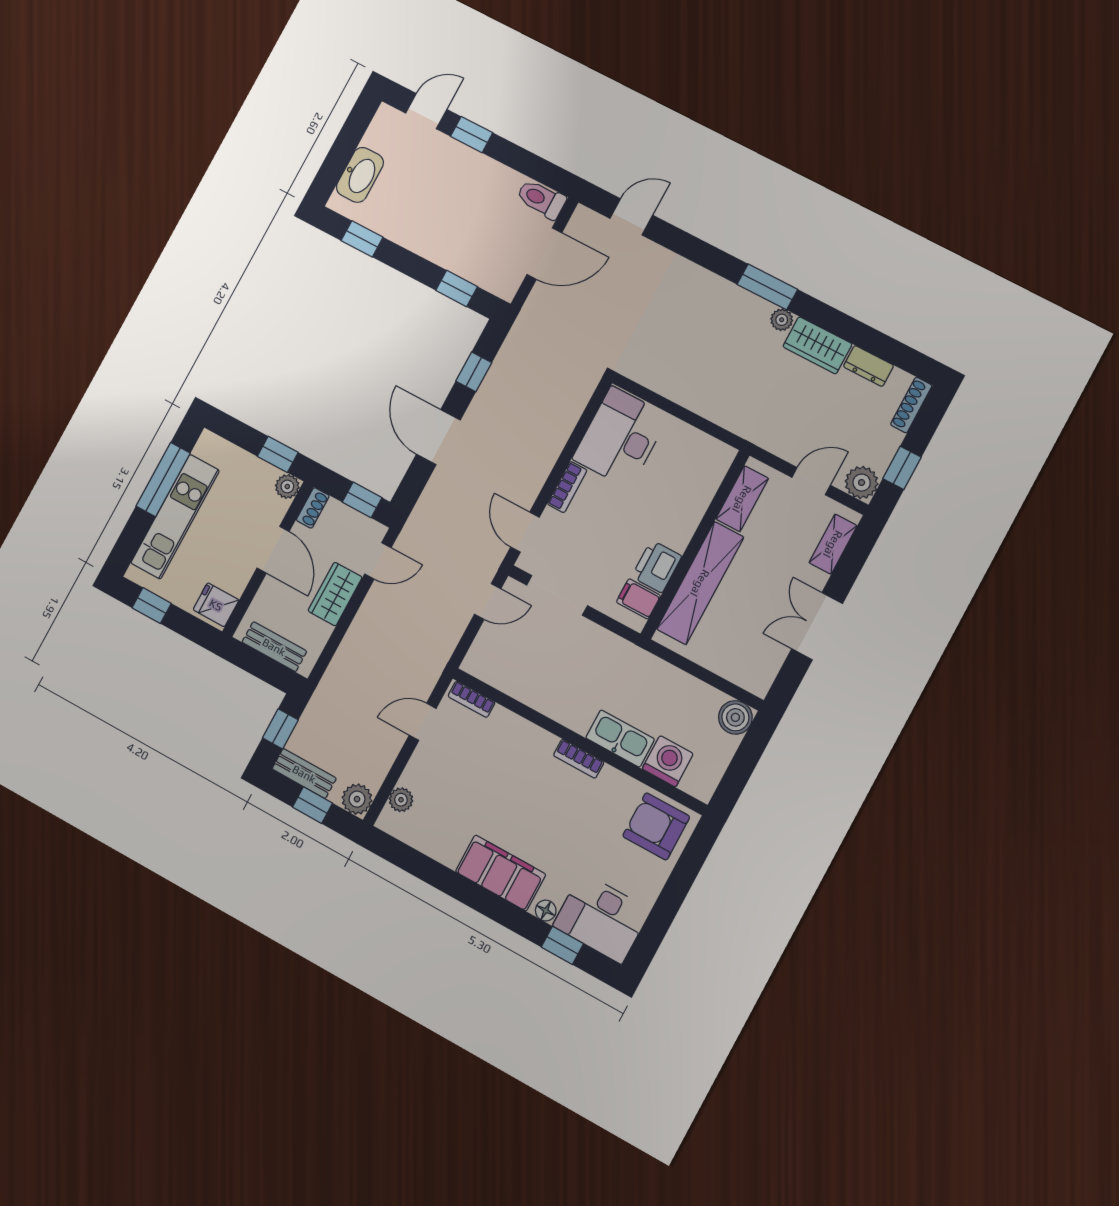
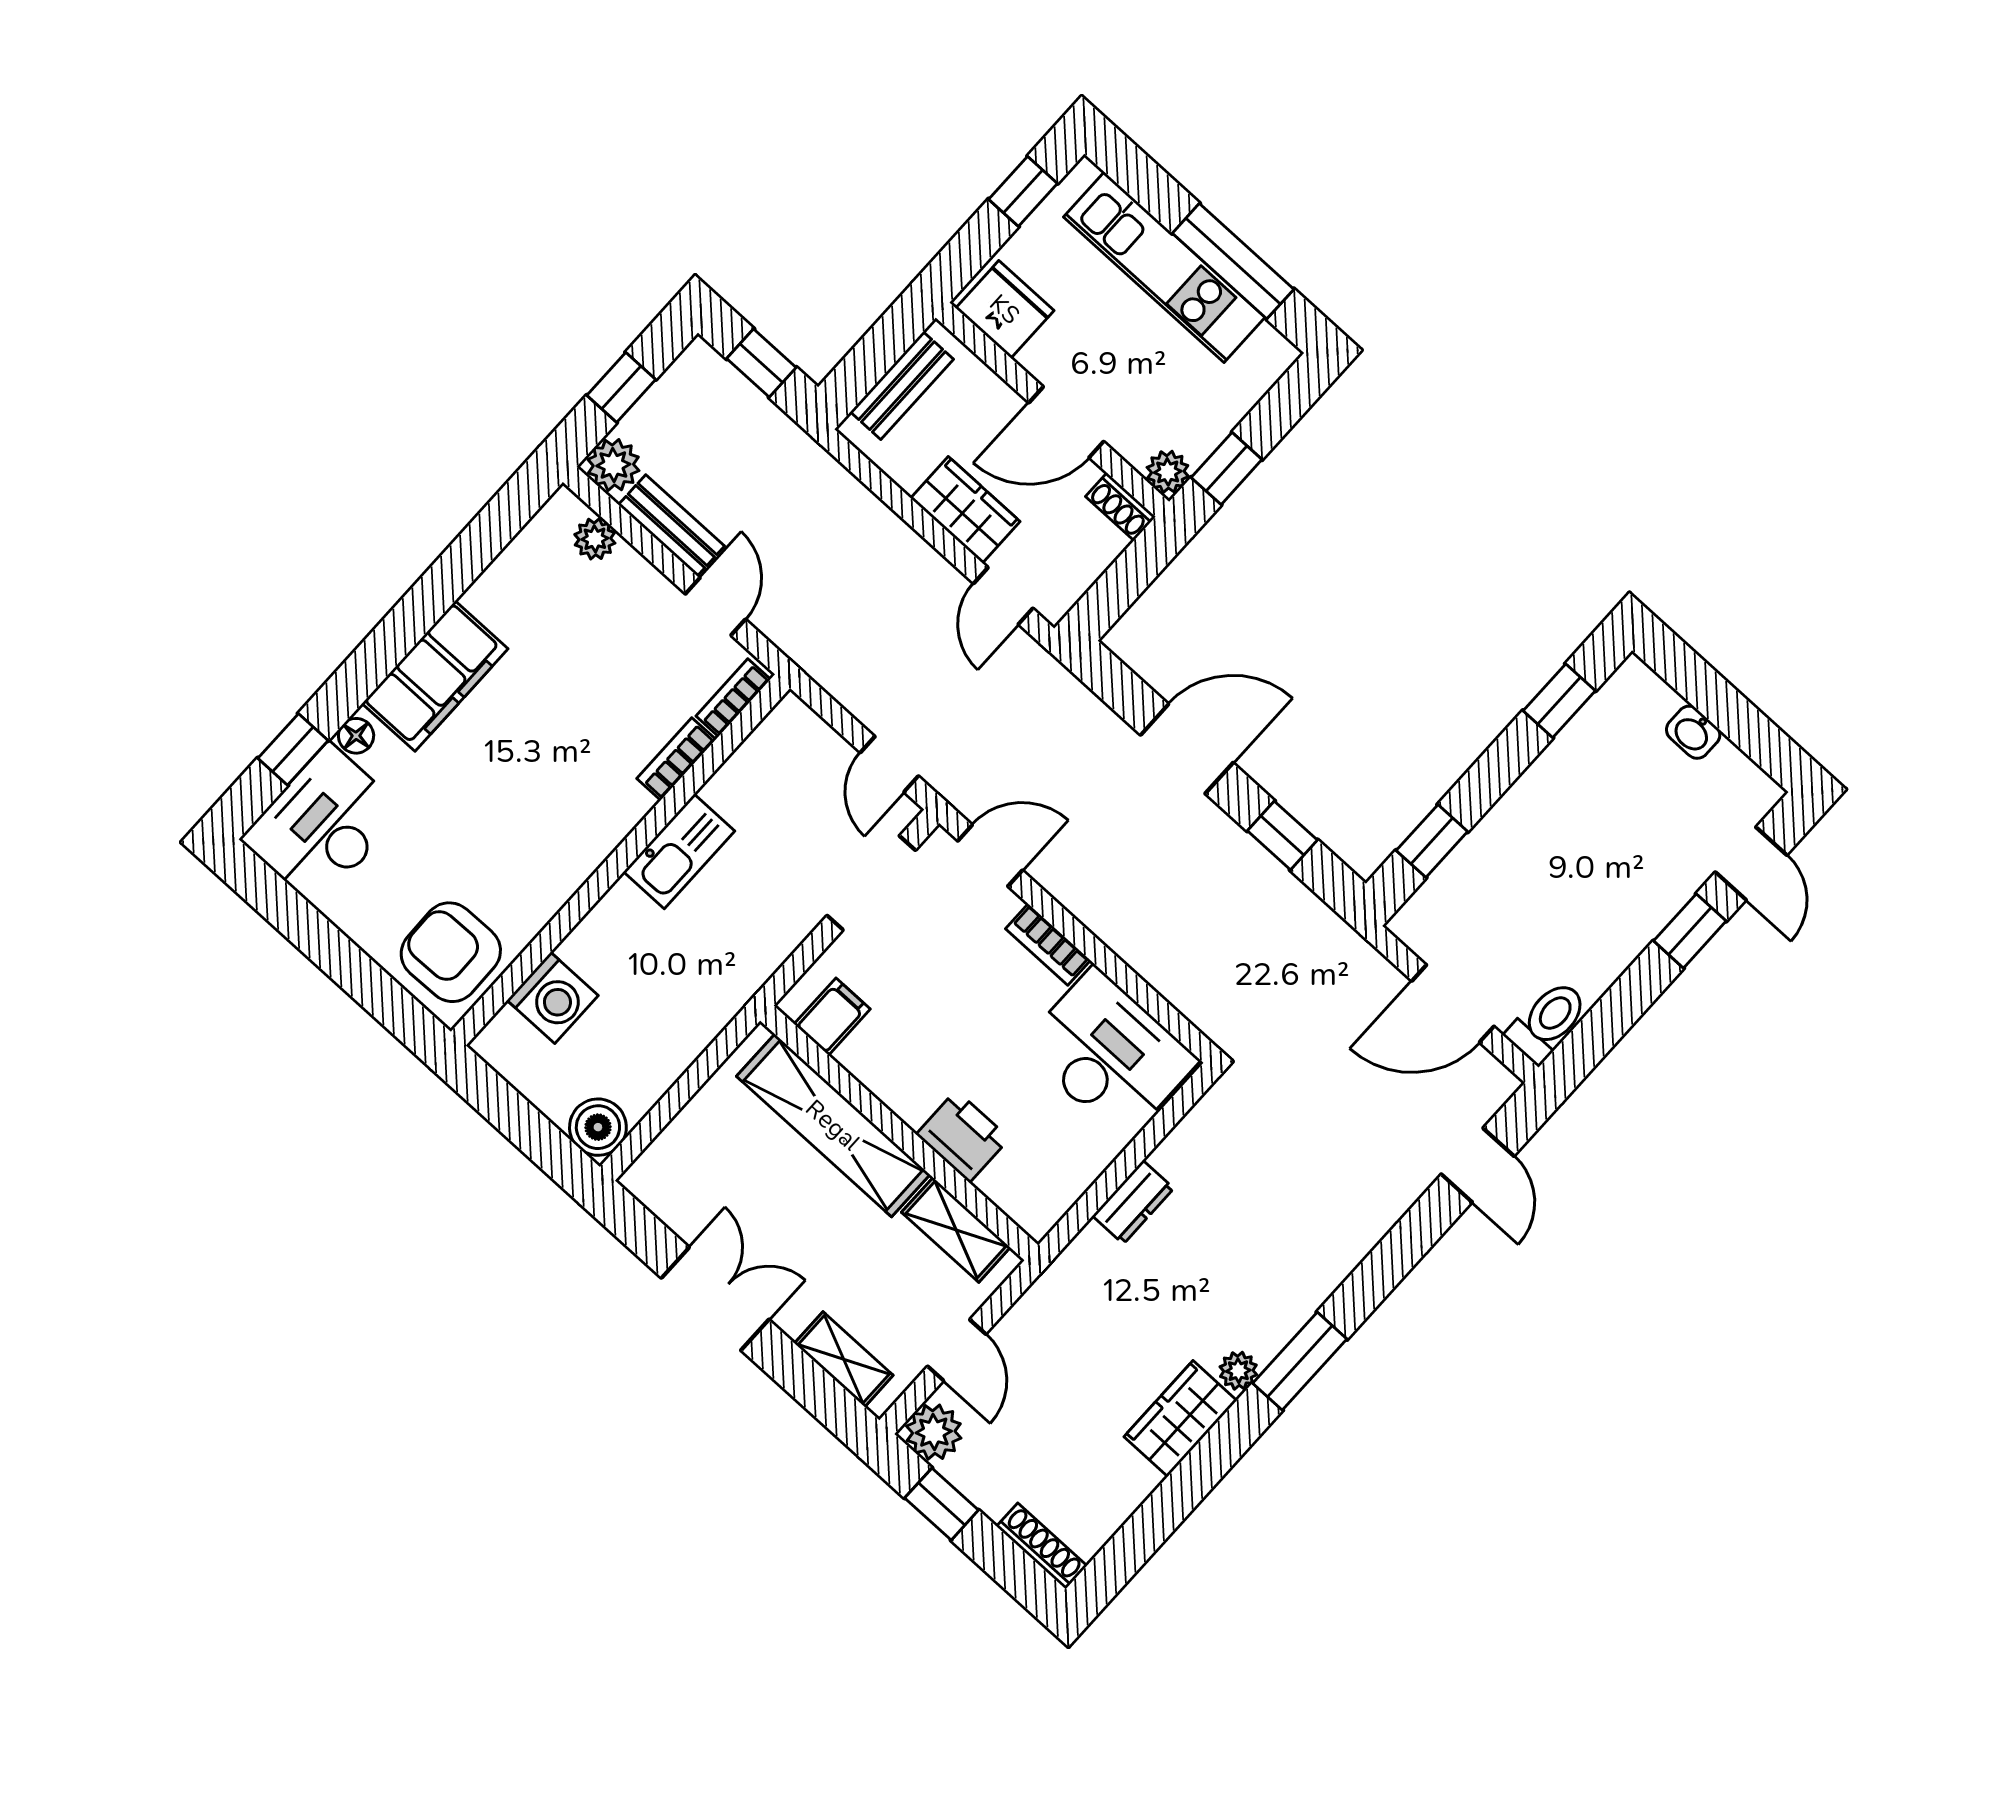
washbasin: (360, 175) -> (1693, 732), width x0.52, depth x0.69
door: (544, 254) -> (1453, 1004), hinge flipped
dresser: (868, 366) -> (1133, 1202), moved, turned 180
window: (362, 500) -> (1113, 594), removed
printer: (657, 566) -> (963, 1136), moved
fridge: (216, 605) -> (1005, 309), width x1.38
kitchen sink: (620, 738) -> (679, 851), moved
bookcase: (579, 759) -> (676, 759), moved
bench: (304, 774) -> (671, 525), moved, turned 90
armchair: (656, 826) -> (451, 952), turned -91

